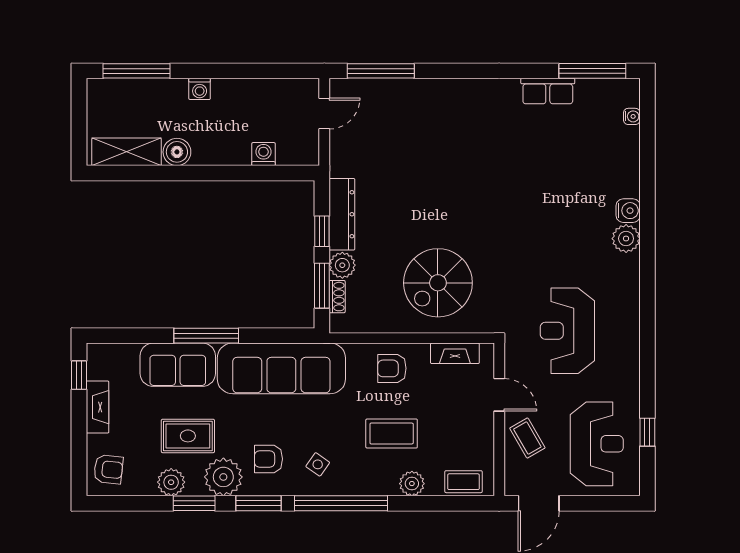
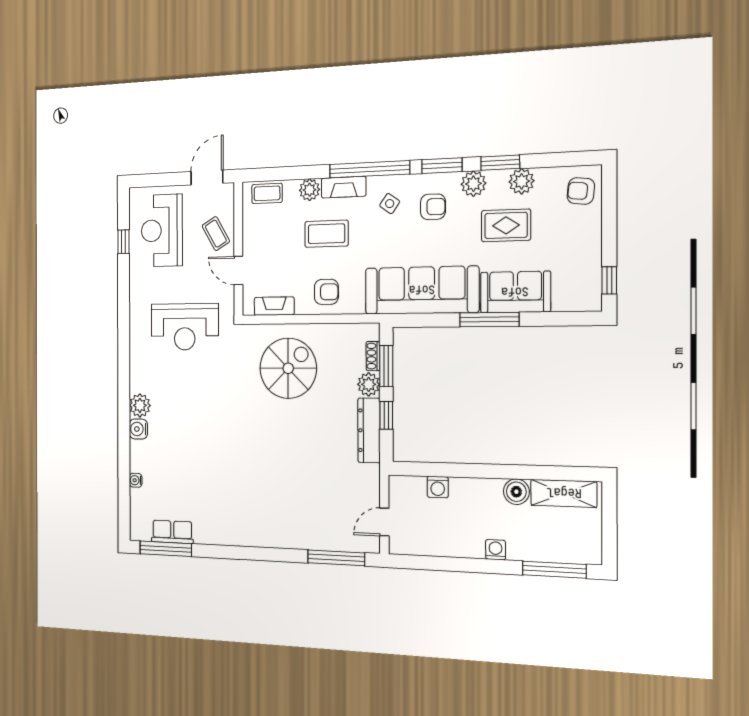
row of seats: (548, 91) -> (172, 532), moved
water cooler: (632, 116) -> (136, 480), moved
reception desk: (567, 331) -> (185, 327), turned 90
fireplace: (97, 407) -> (344, 187), moved, turned -90
plant: (223, 477) -> (473, 184), width x0.73, depth x0.73

